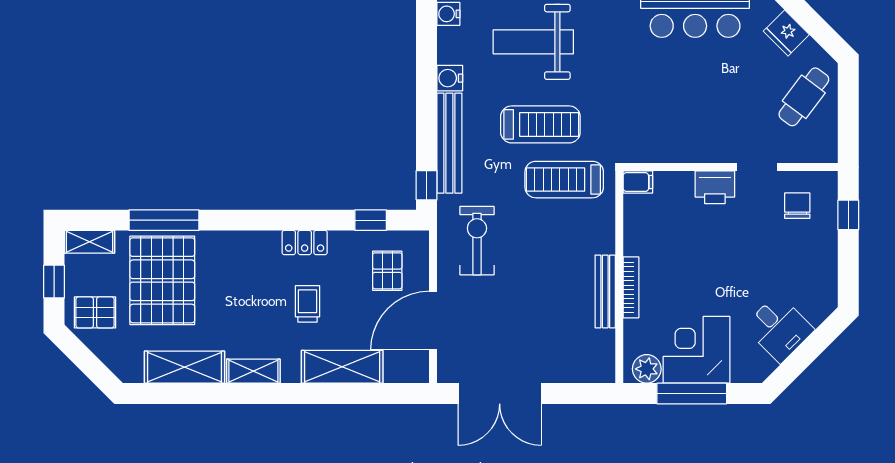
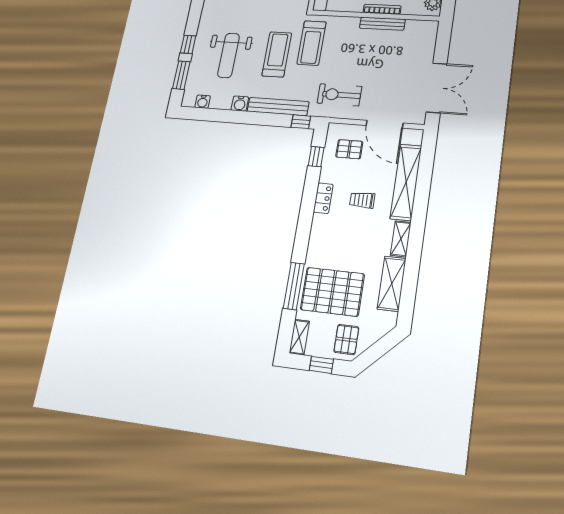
shelving: (342, 367) -> (406, 182), width x1.47

